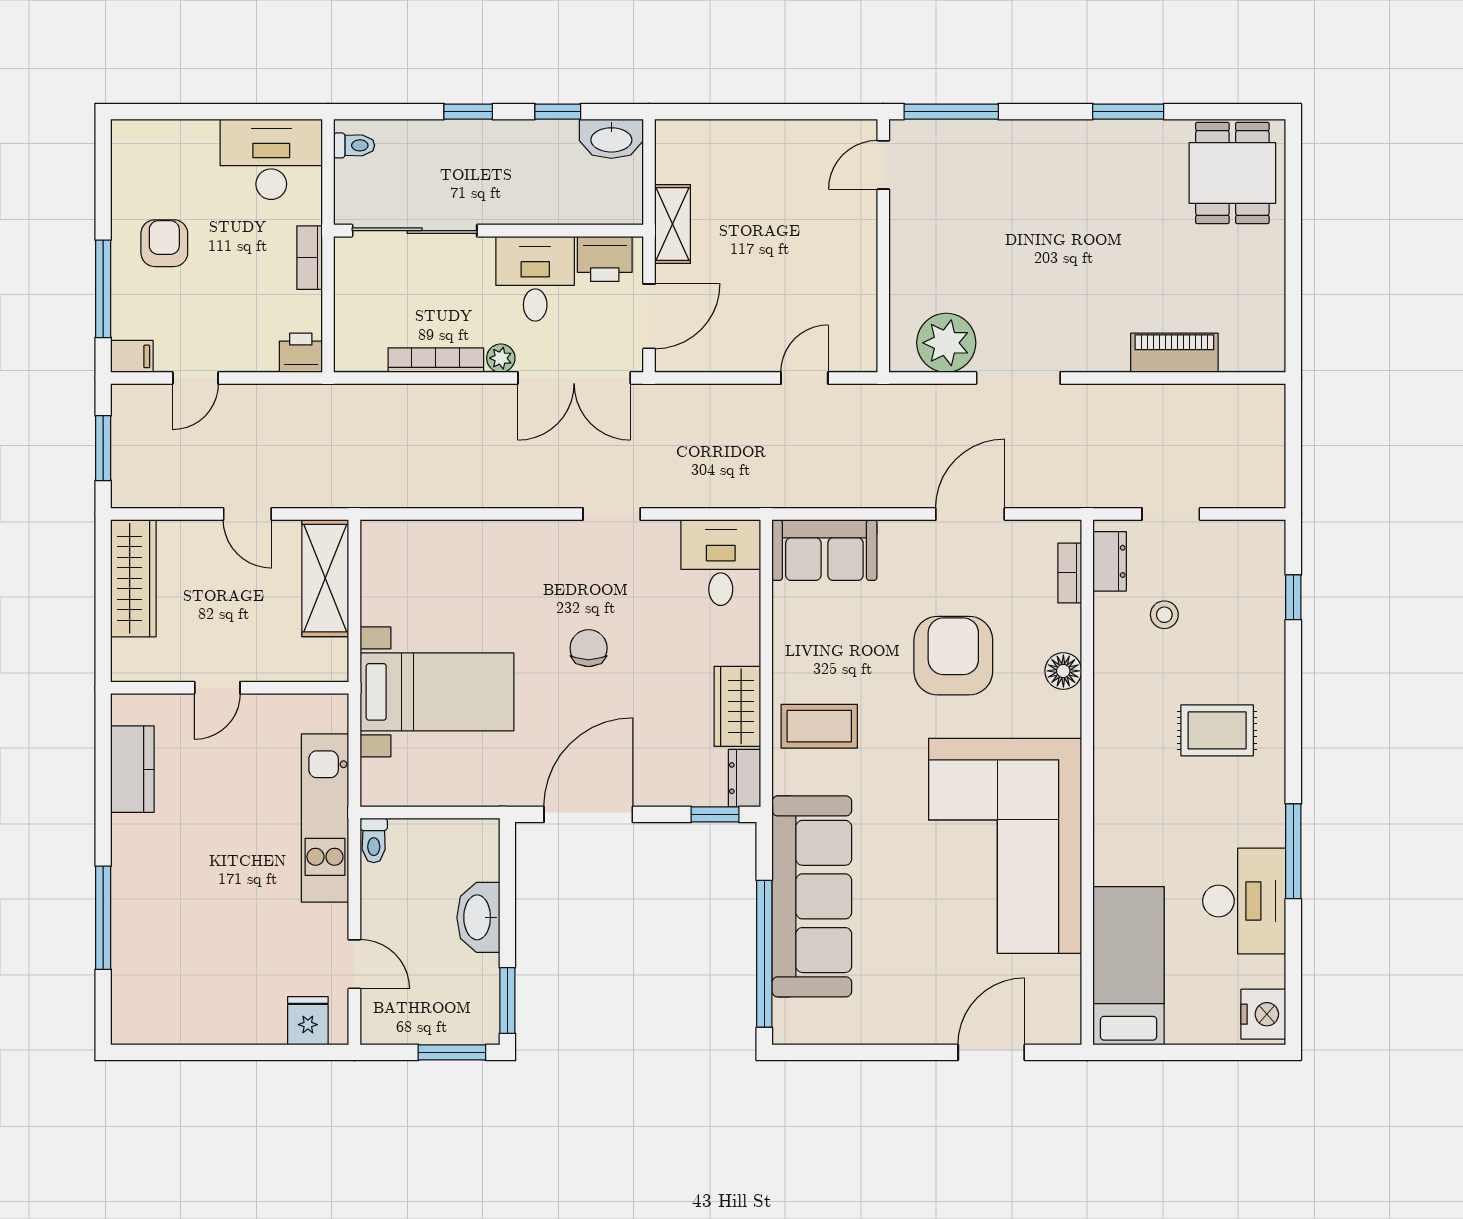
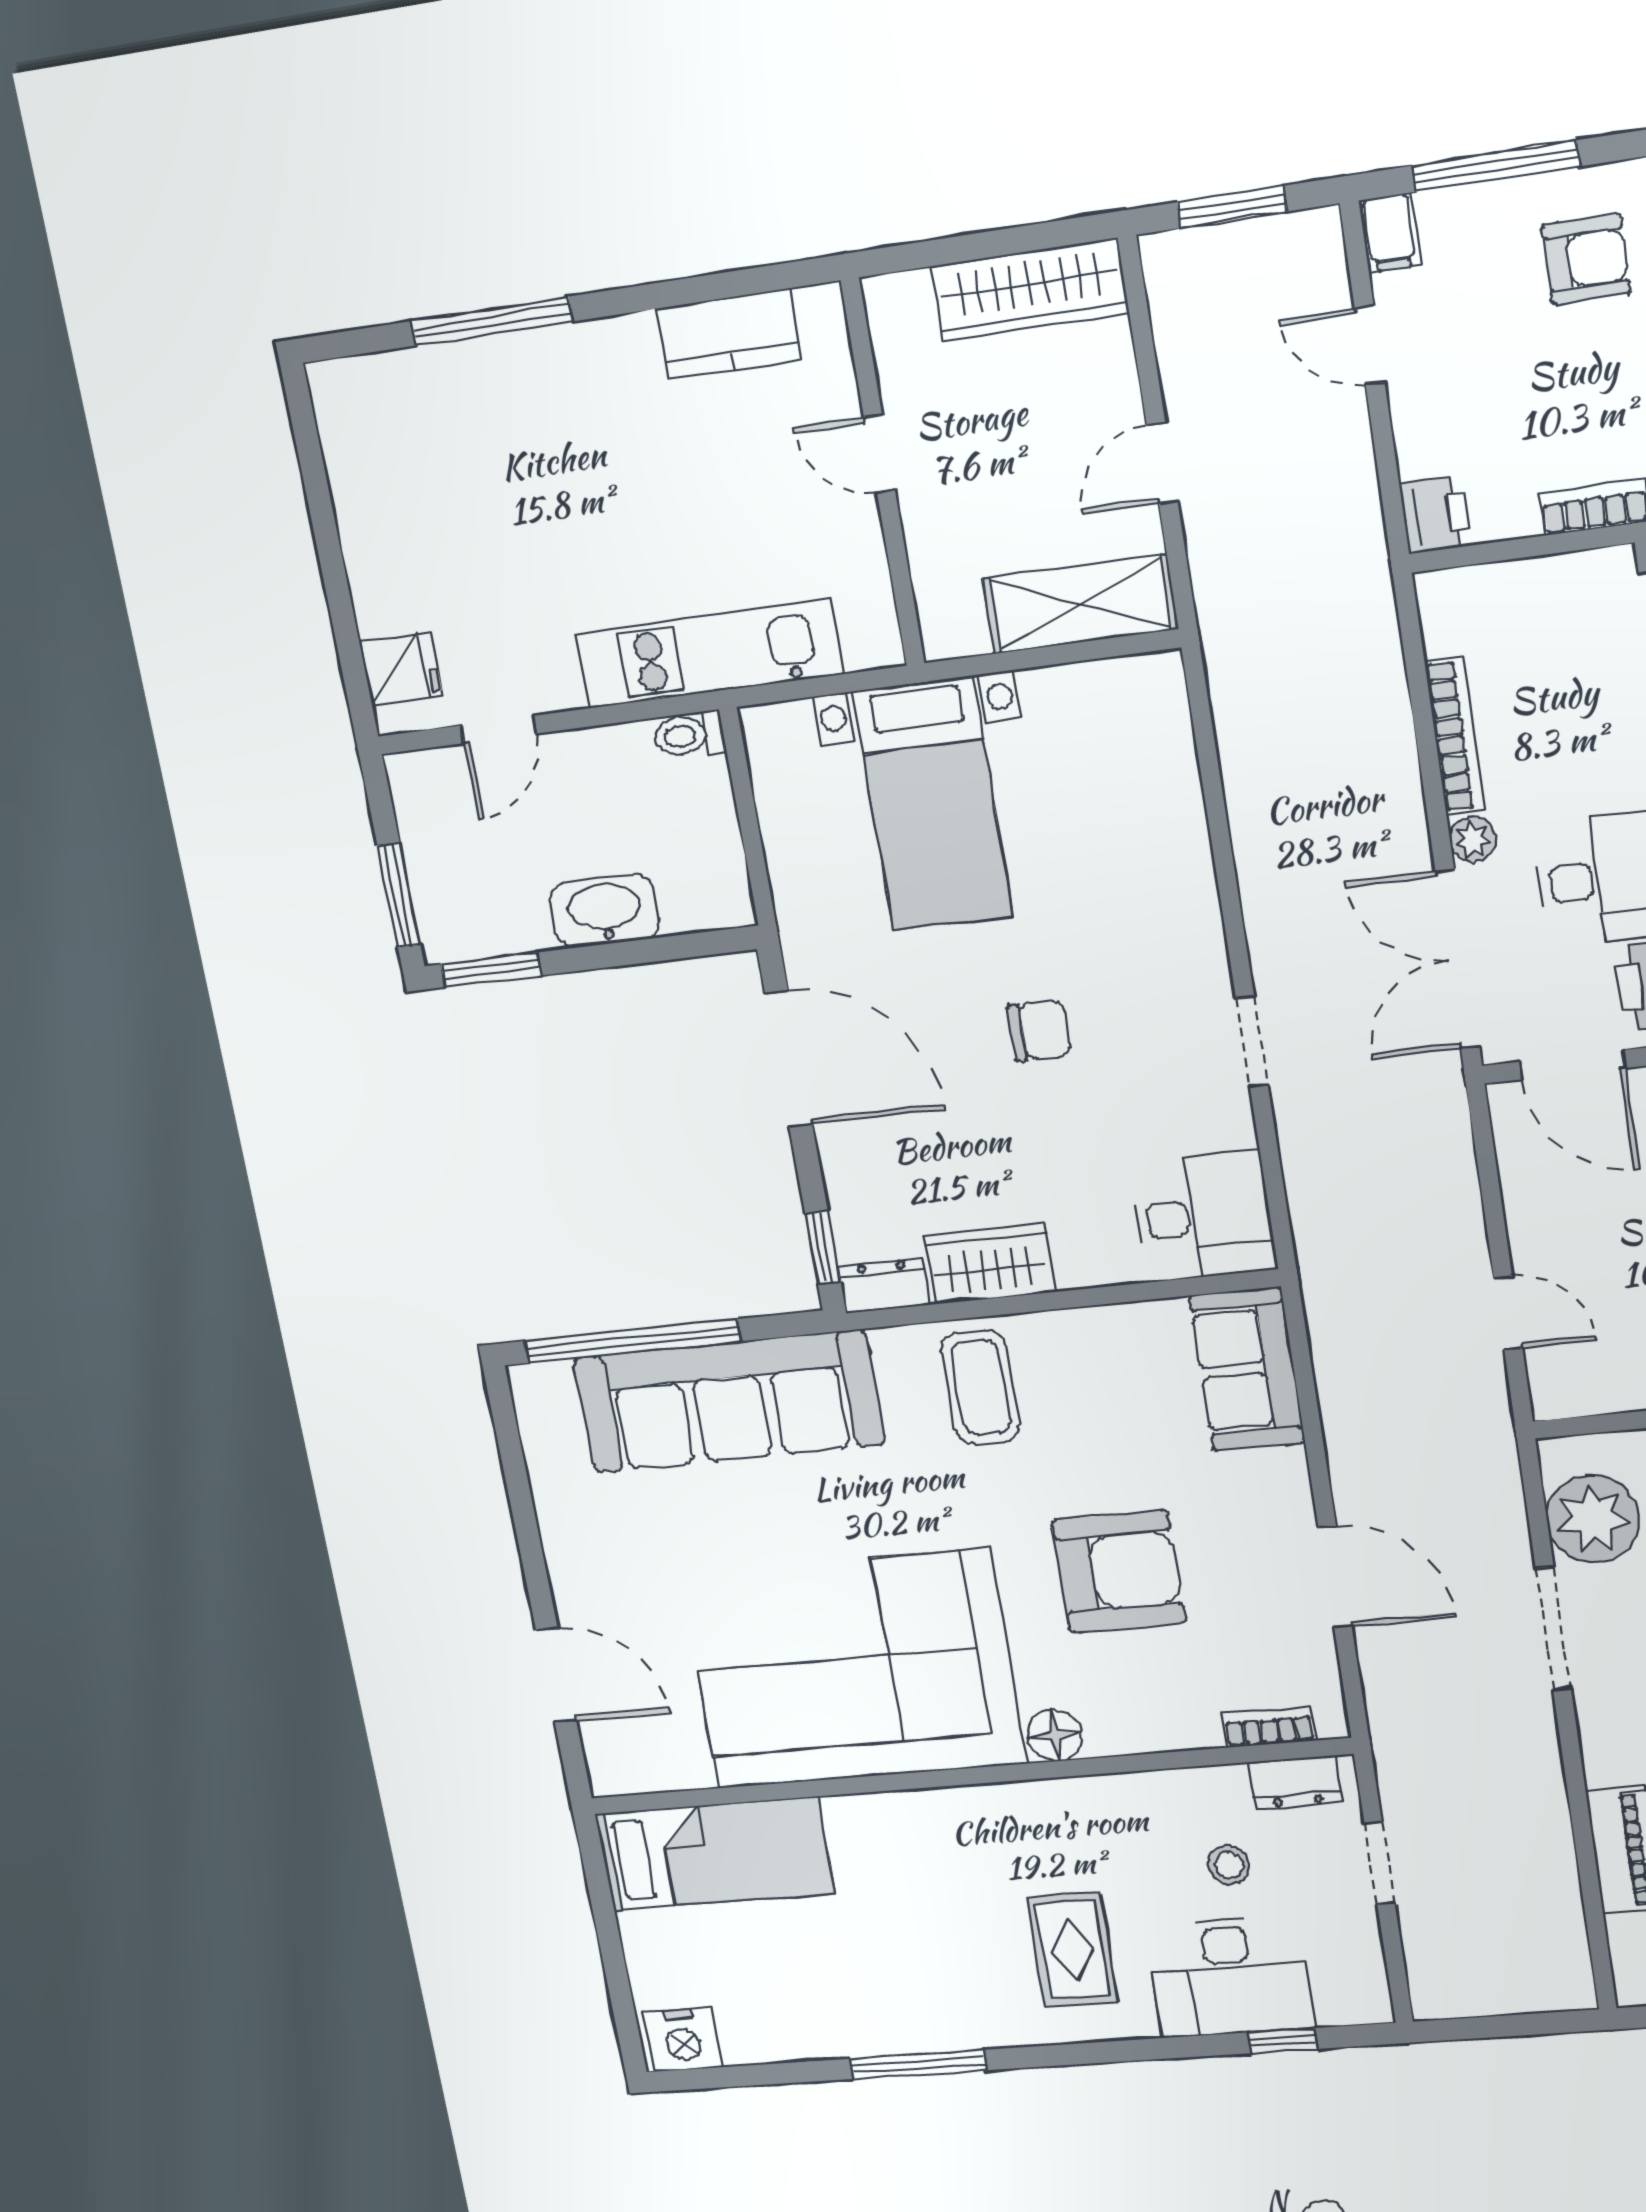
floor lamp: (1063, 671) -> (1055, 1735), moved
desk: (1244, 901) -> (1230, 1976), moved

